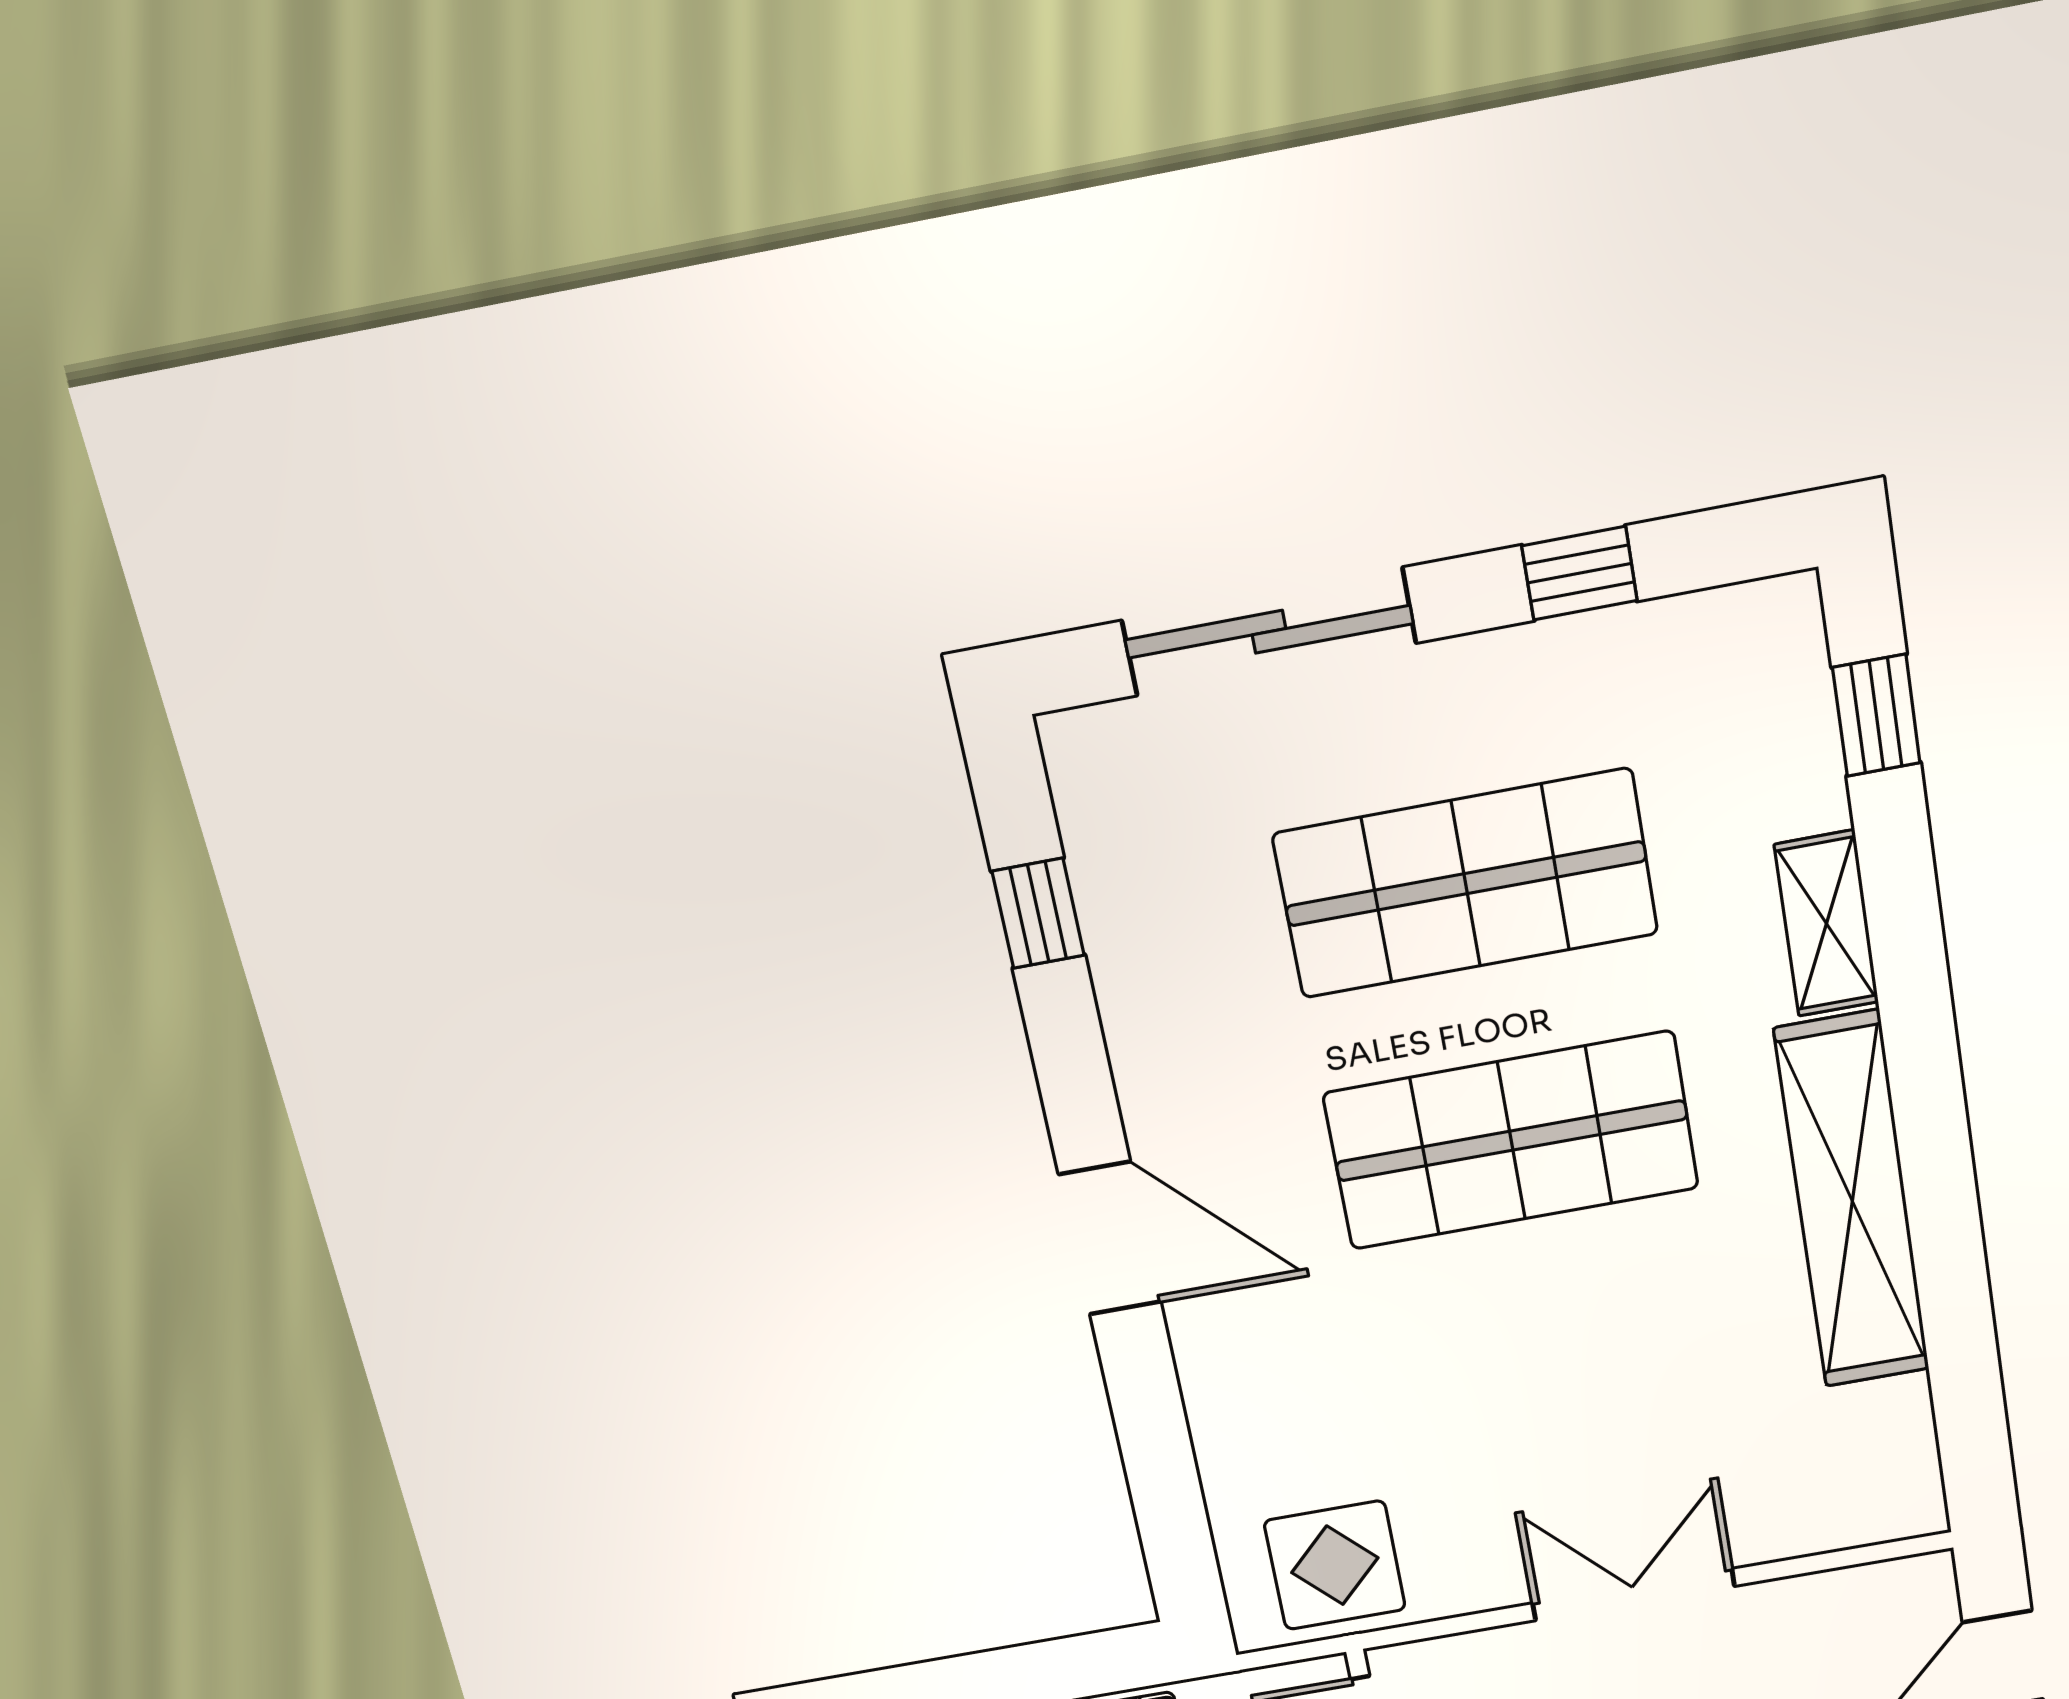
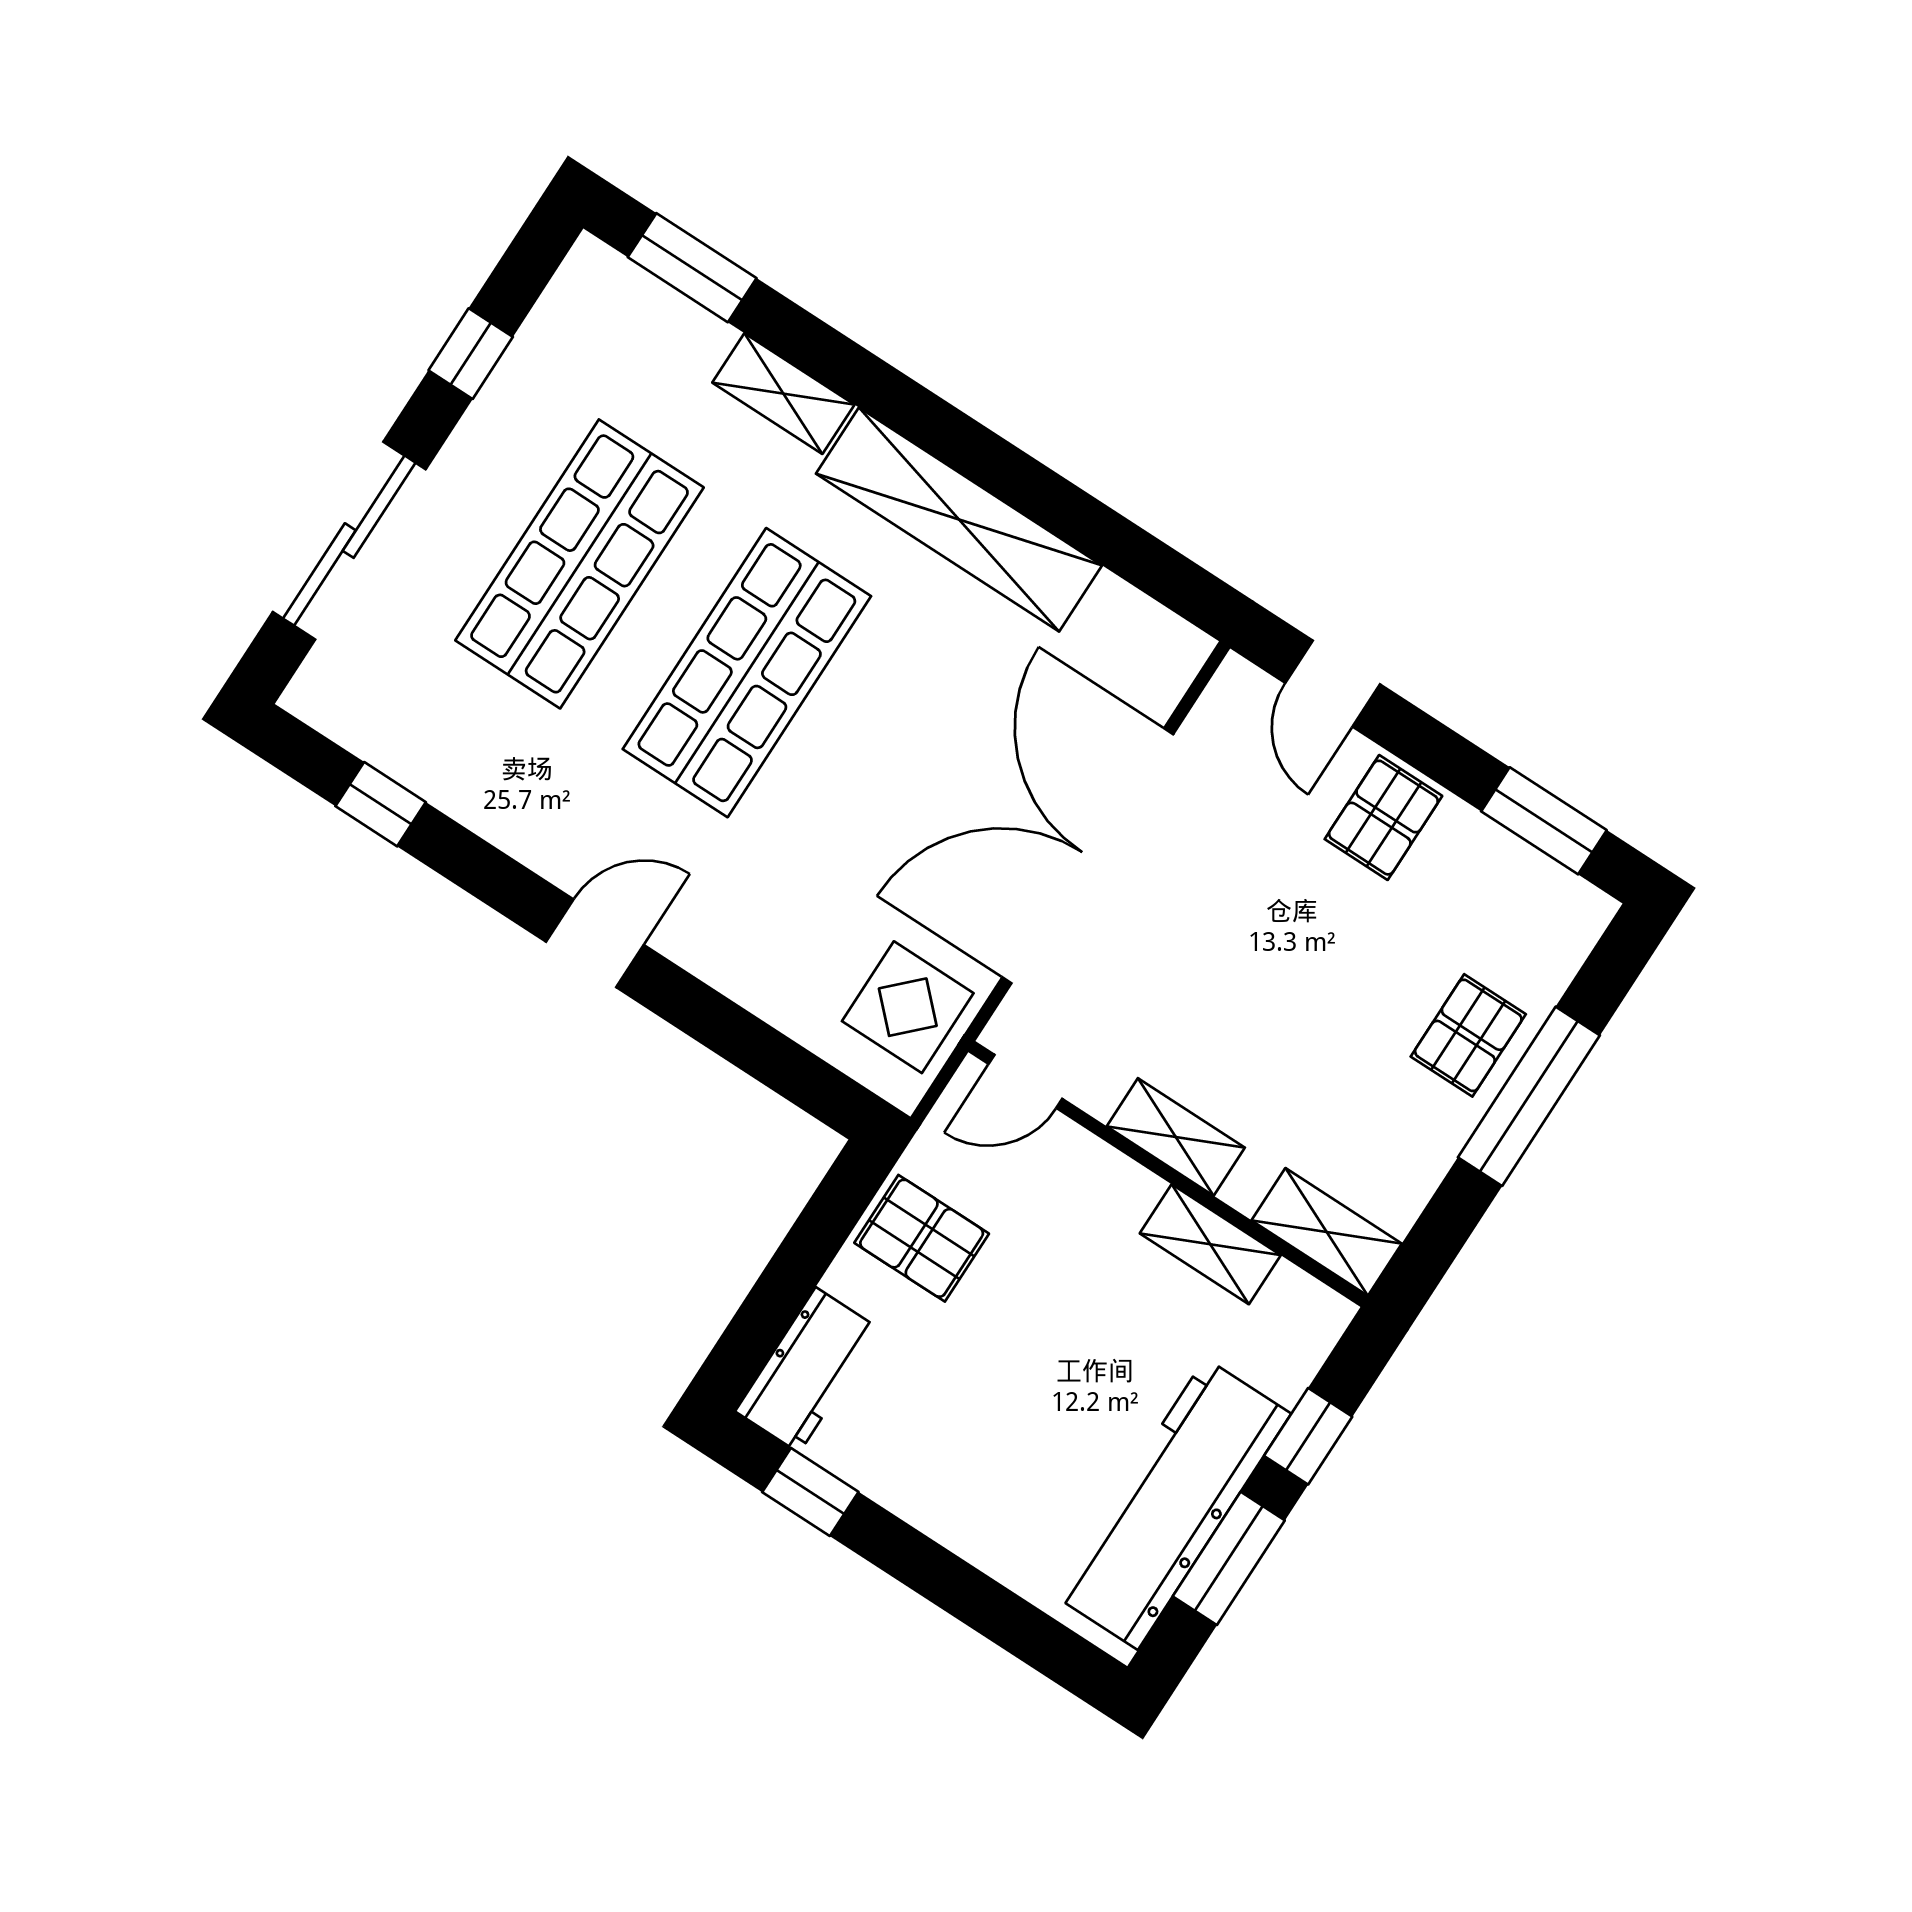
window: (1876, 715) -> (692, 268), width x1.50
door: (1110, 1238) -> (595, 943), width x0.73
double door: (1634, 1595) -> (1088, 856), width x1.87

